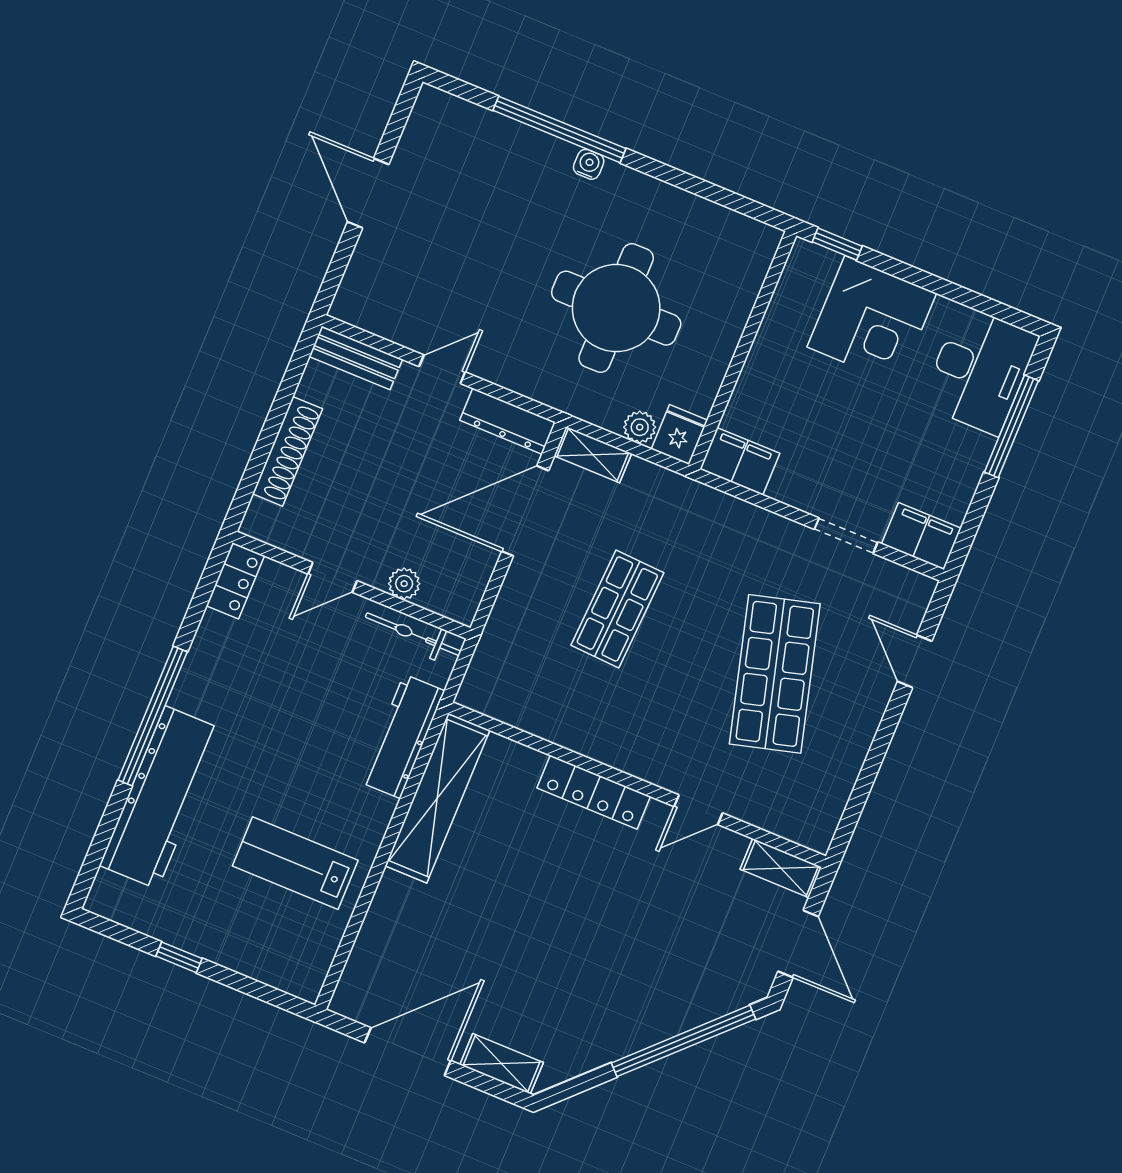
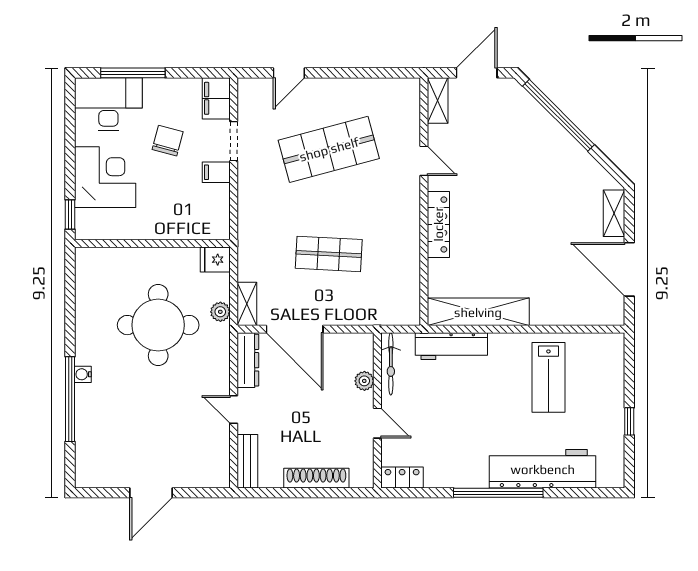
plant: (640, 427) -> (220, 312), moved
chair: (888, 437) -> (168, 141), added
filing cabinet: (740, 461) -> (216, 172), moved, width x0.50

